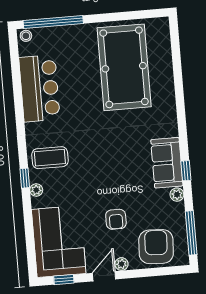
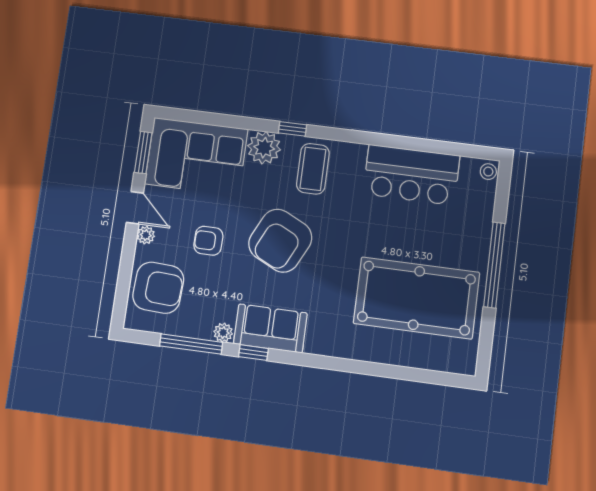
window: (53, 22) -> (494, 265), moved
armchair: (105, 169) -> (280, 241), added
plant: (36, 190) -> (264, 148), width x1.88, depth x1.88
window: (191, 233) -> (191, 344), moved
window: (64, 280) -> (143, 153), width x1.50

